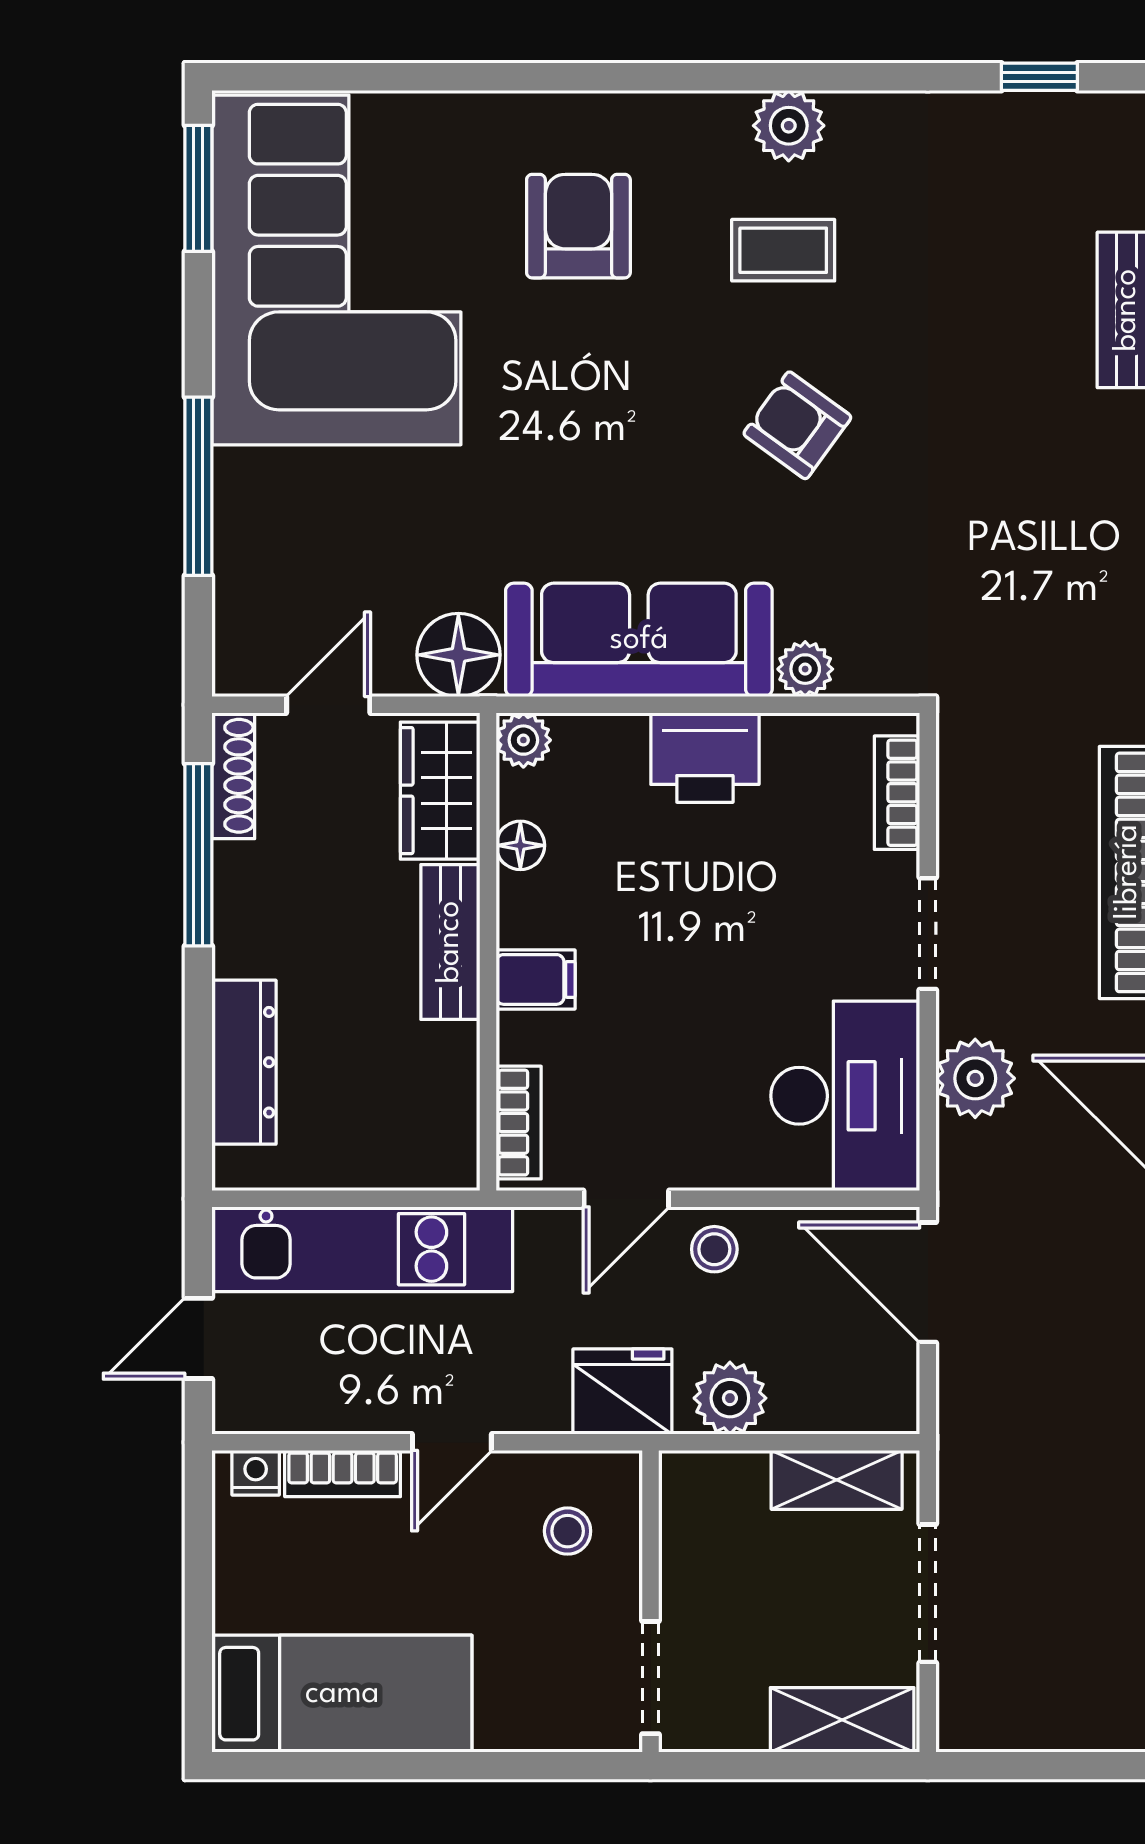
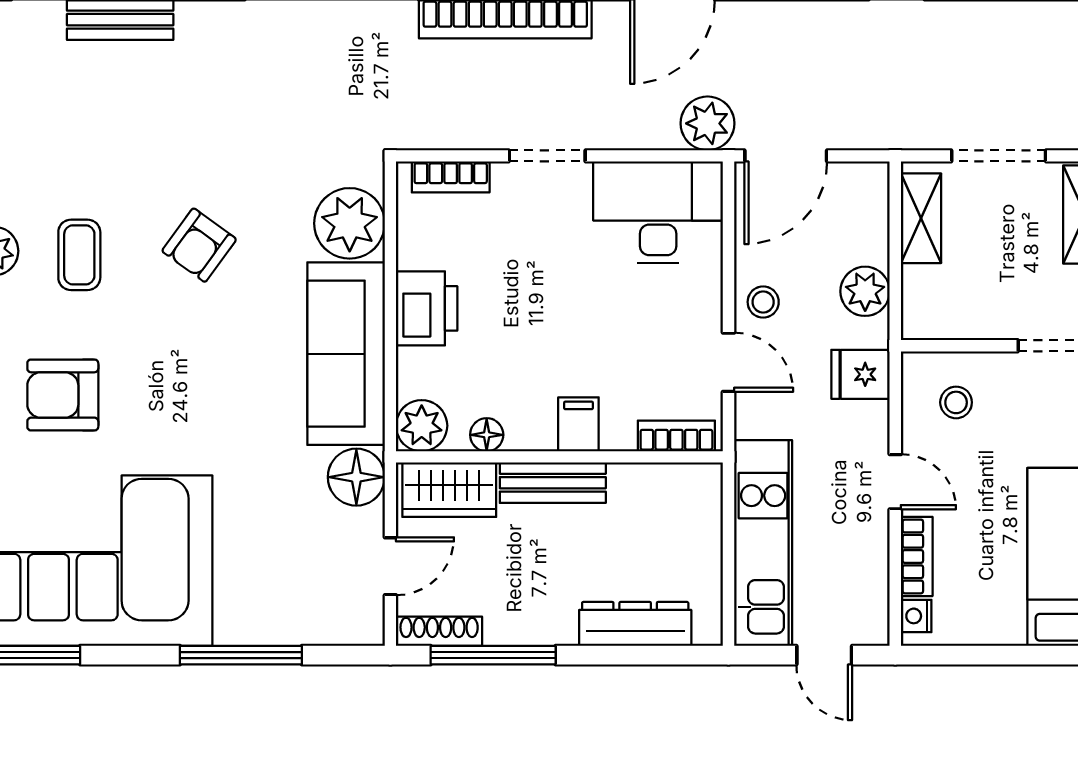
plant: (805, 669) -> (350, 223), width x1.87, depth x1.87
door: (328, 705) -> (390, 566), swing flipped
plant: (523, 740) -> (422, 426), width x1.38, depth x1.38
plant: (975, 1078) -> (708, 123), moved
fridge: (622, 1392) -> (861, 374), width x0.72

